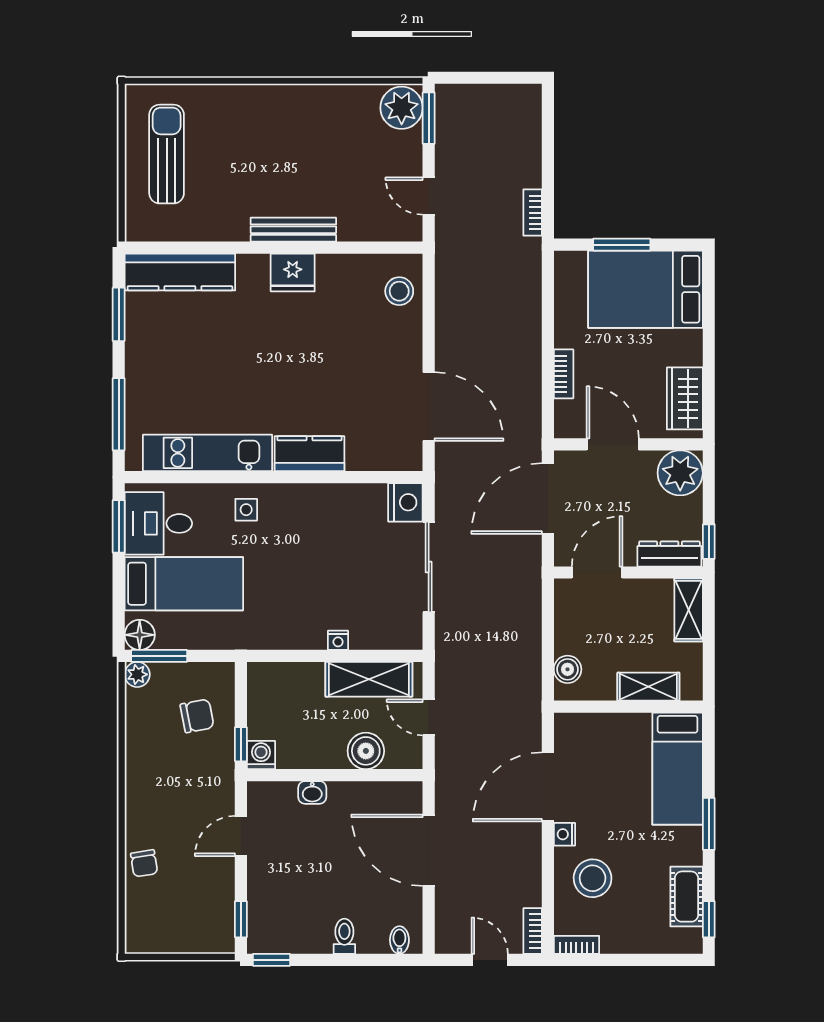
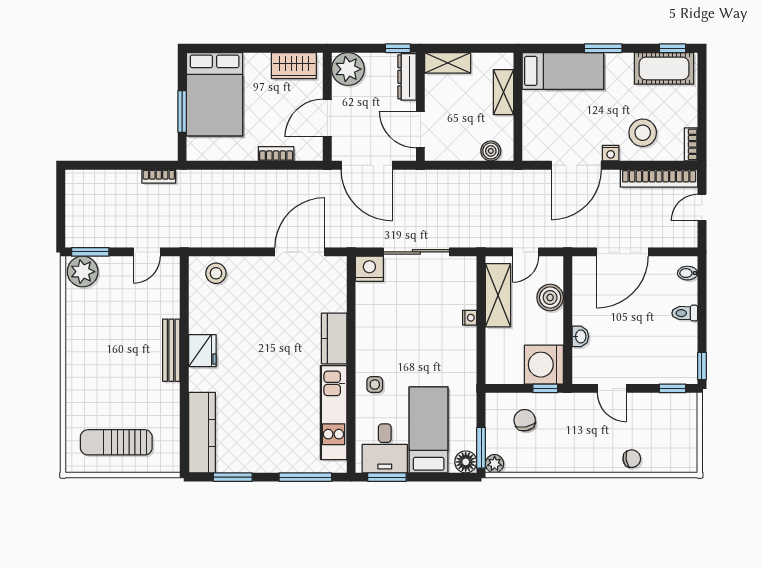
washing machine: (261, 755) -> (544, 365), width x1.89, depth x1.89
door: (548, 787) -> (576, 165), hinge flipped
cot: (687, 897) -> (664, 68), width x1.37, depth x1.34
bookcase: (533, 931) -> (659, 178), width x2.31, depth x1.31

